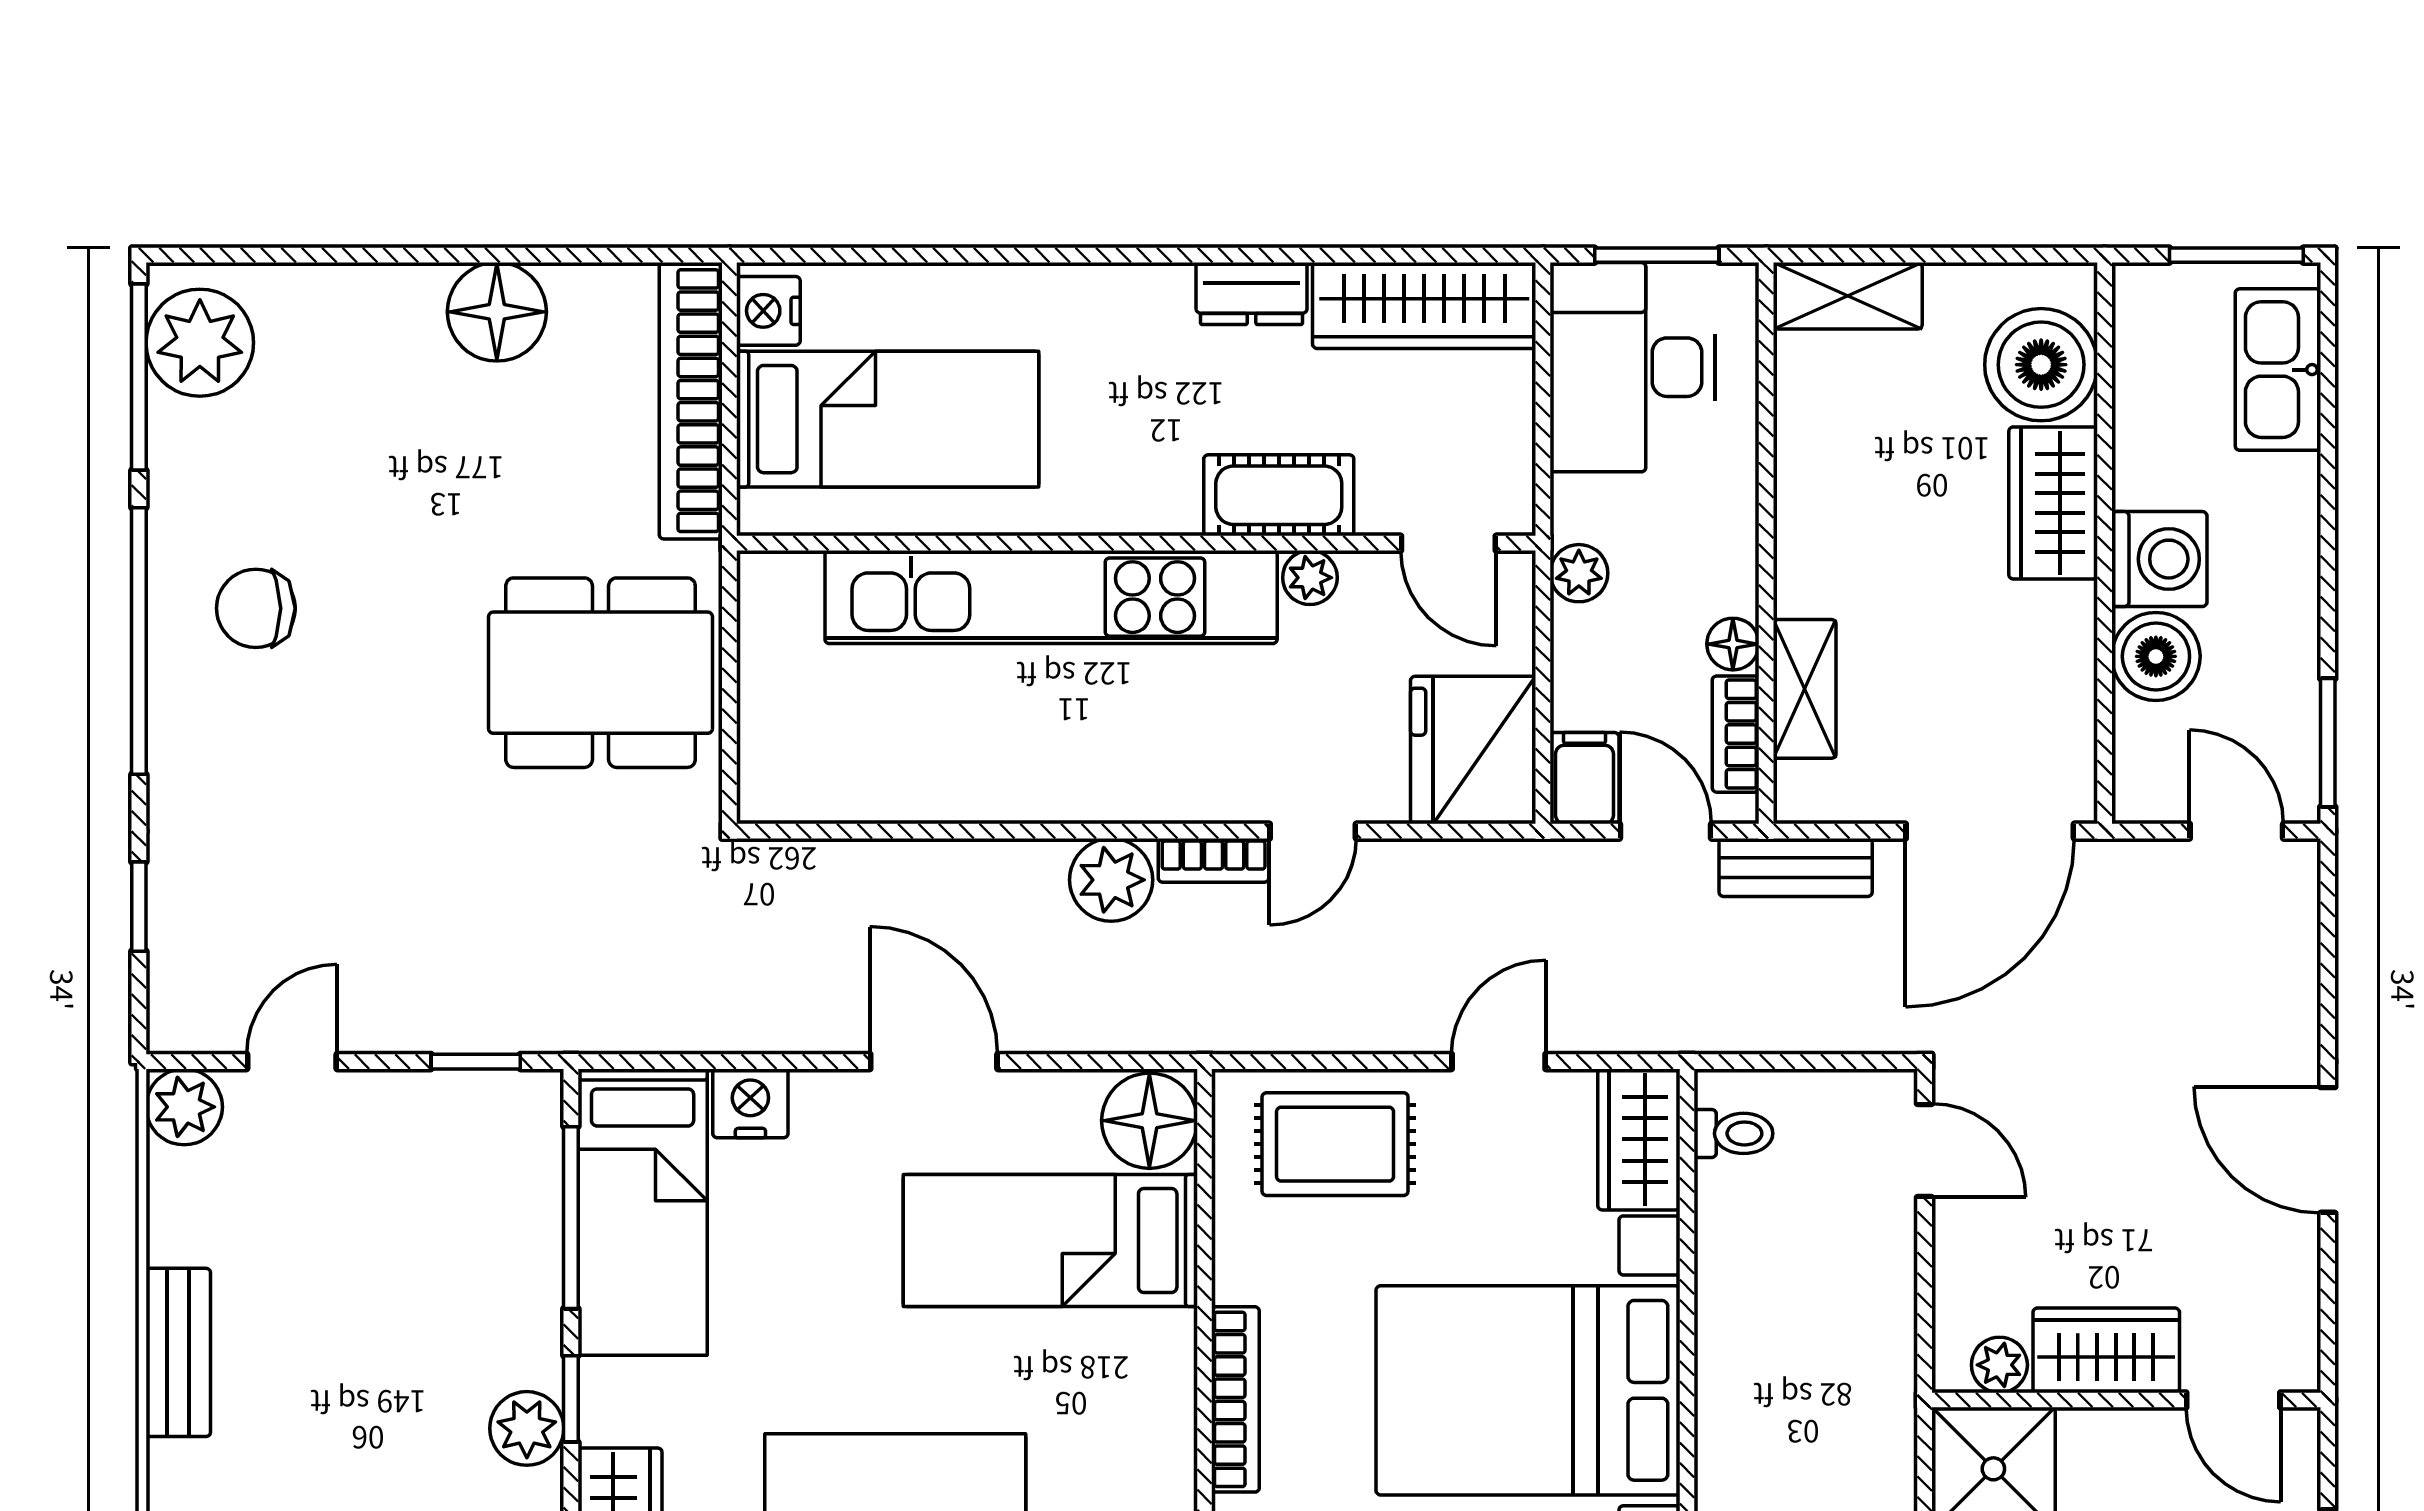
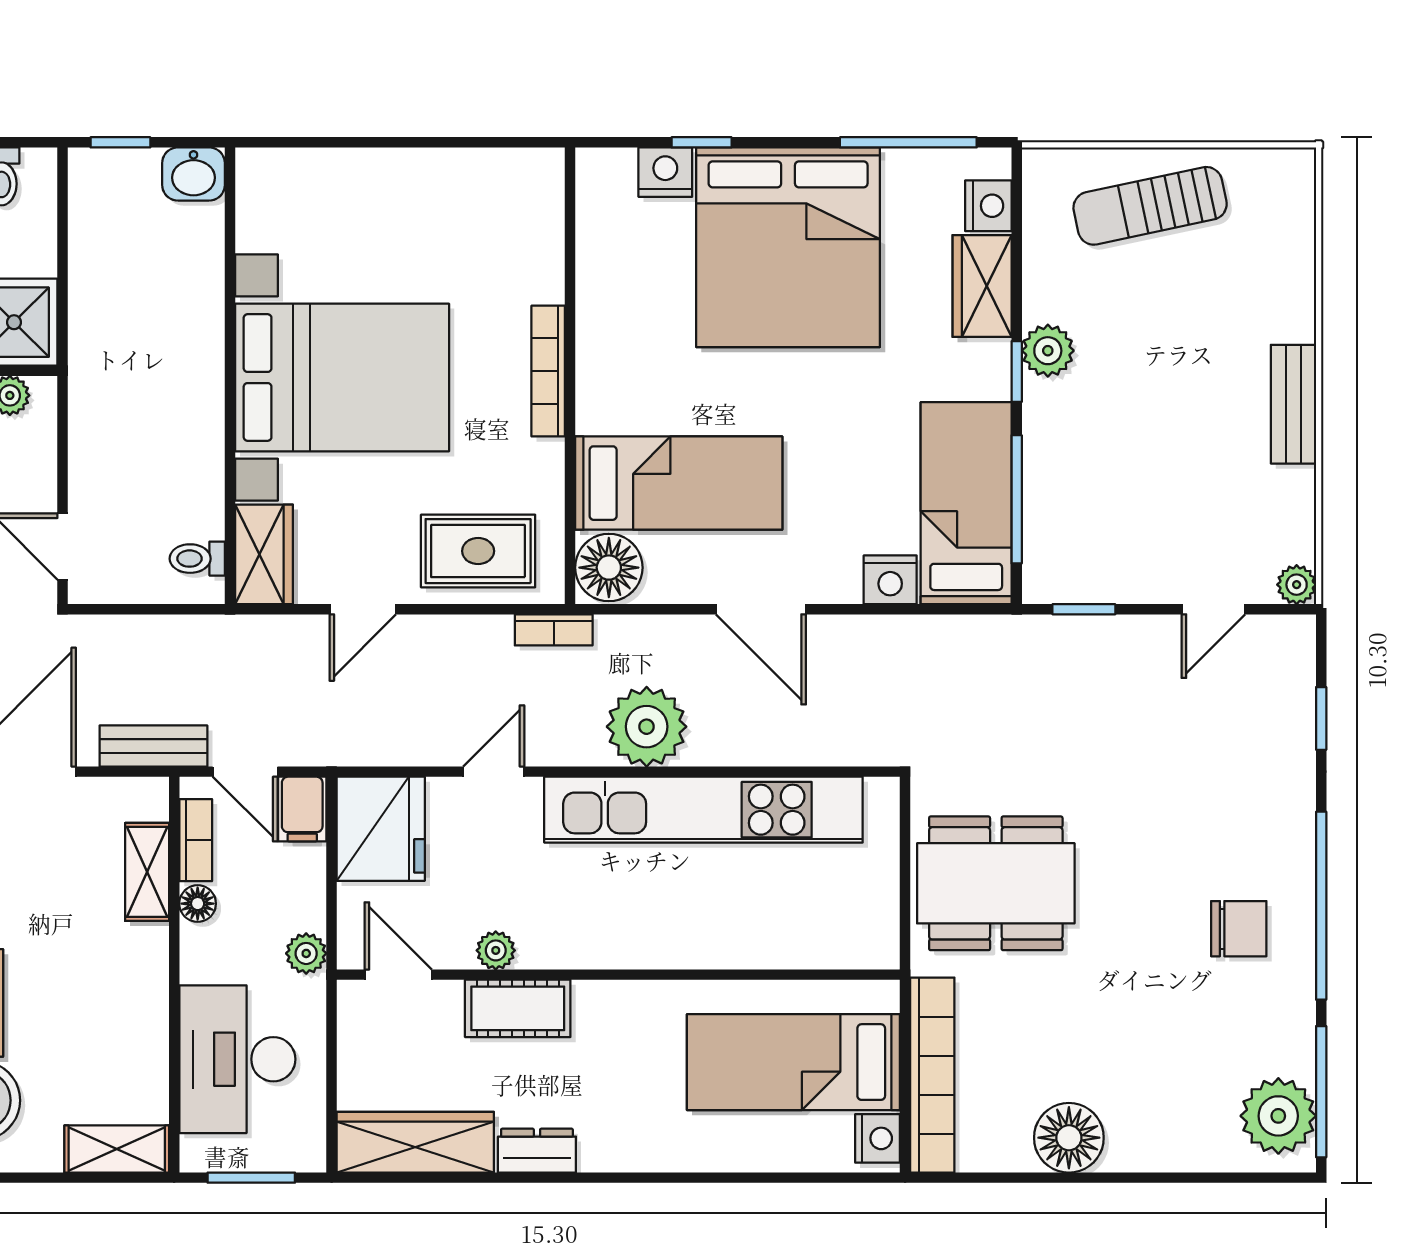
desk: (1633, 367) -> (237, 1059), moved, turned 180
kitchen unit: (1051, 597) -> (703, 810), moved, turned 180
bookcase: (1214, 860) -> (554, 630), moved, turned 180
plant: (1111, 880) -> (647, 727), width x1.36, depth x1.36
plant: (184, 1107) -> (1297, 585), width x0.73, depth x0.73

